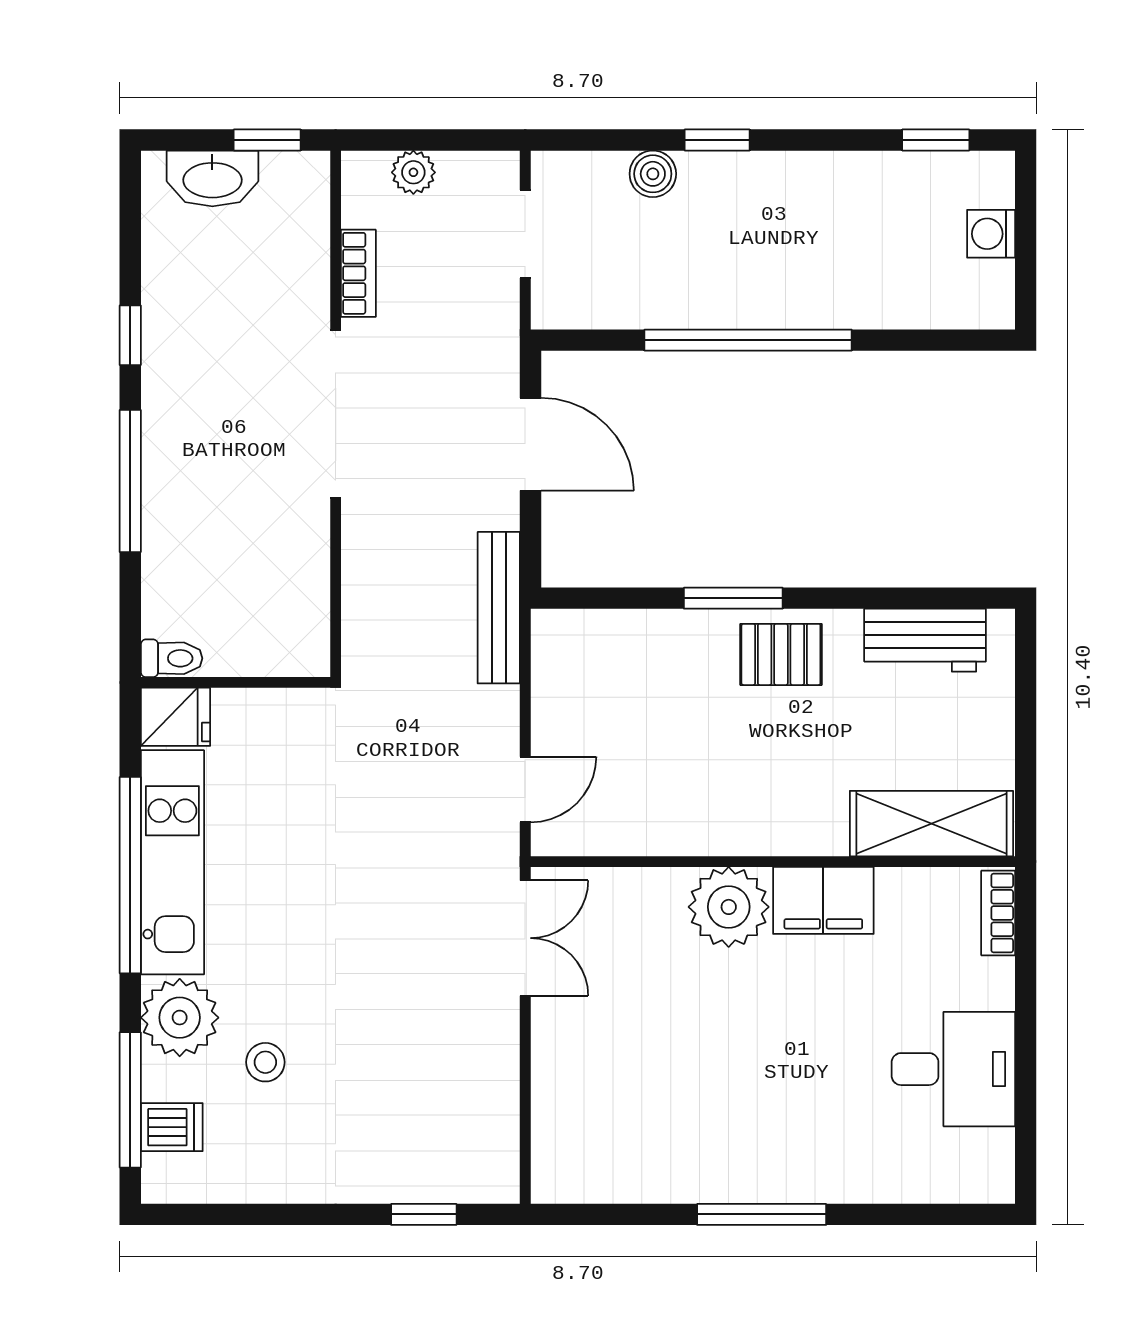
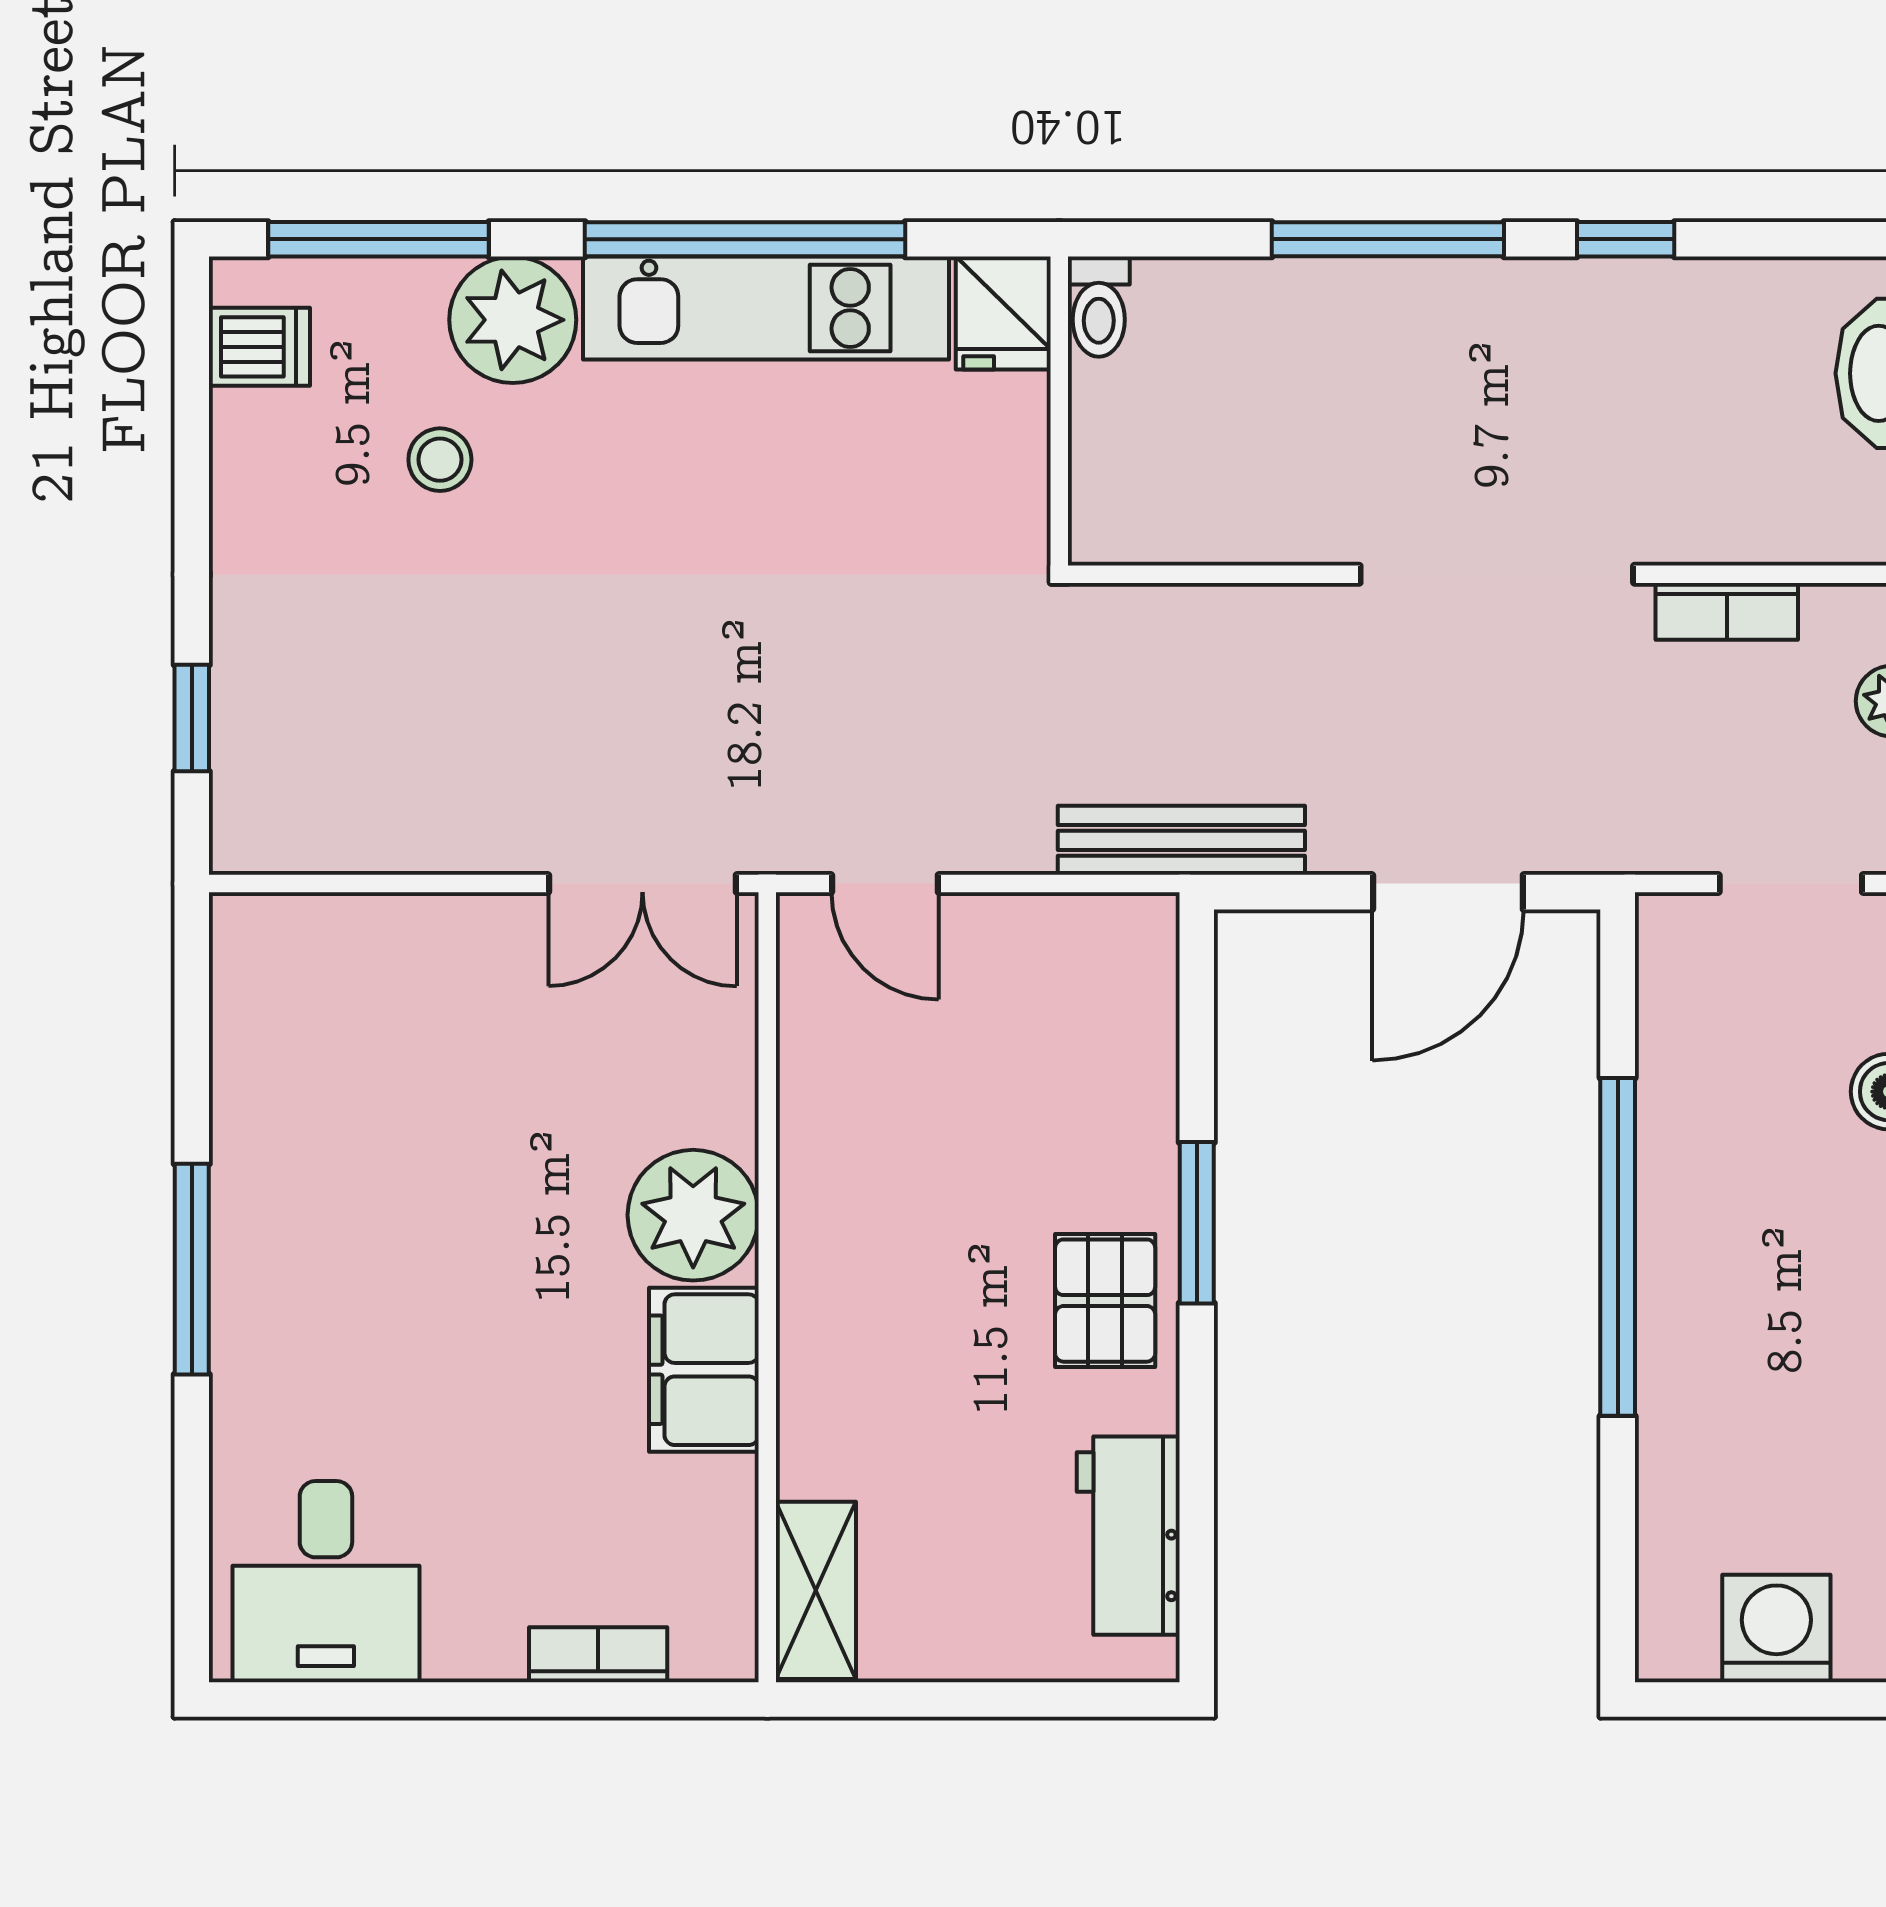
washing machine: (991, 234) -> (1776, 1628), width x1.38, depth x1.38
shelving: (931, 824) -> (816, 1590), width x0.67, depth x0.75
bookcase: (998, 913) -> (598, 1655), moved
desk: (953, 1069) -> (326, 1582), moved
dishwasher: (172, 1127) -> (259, 347), moved, turned -90

